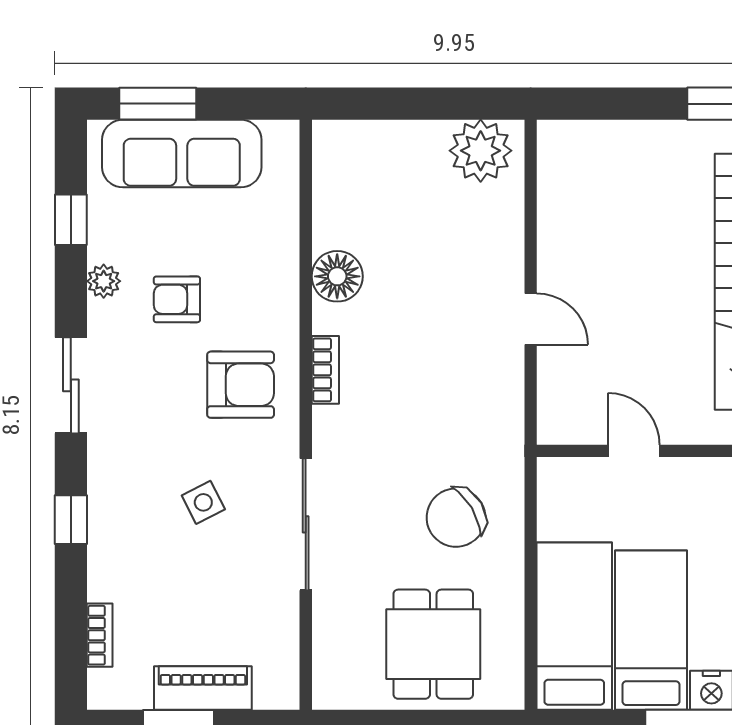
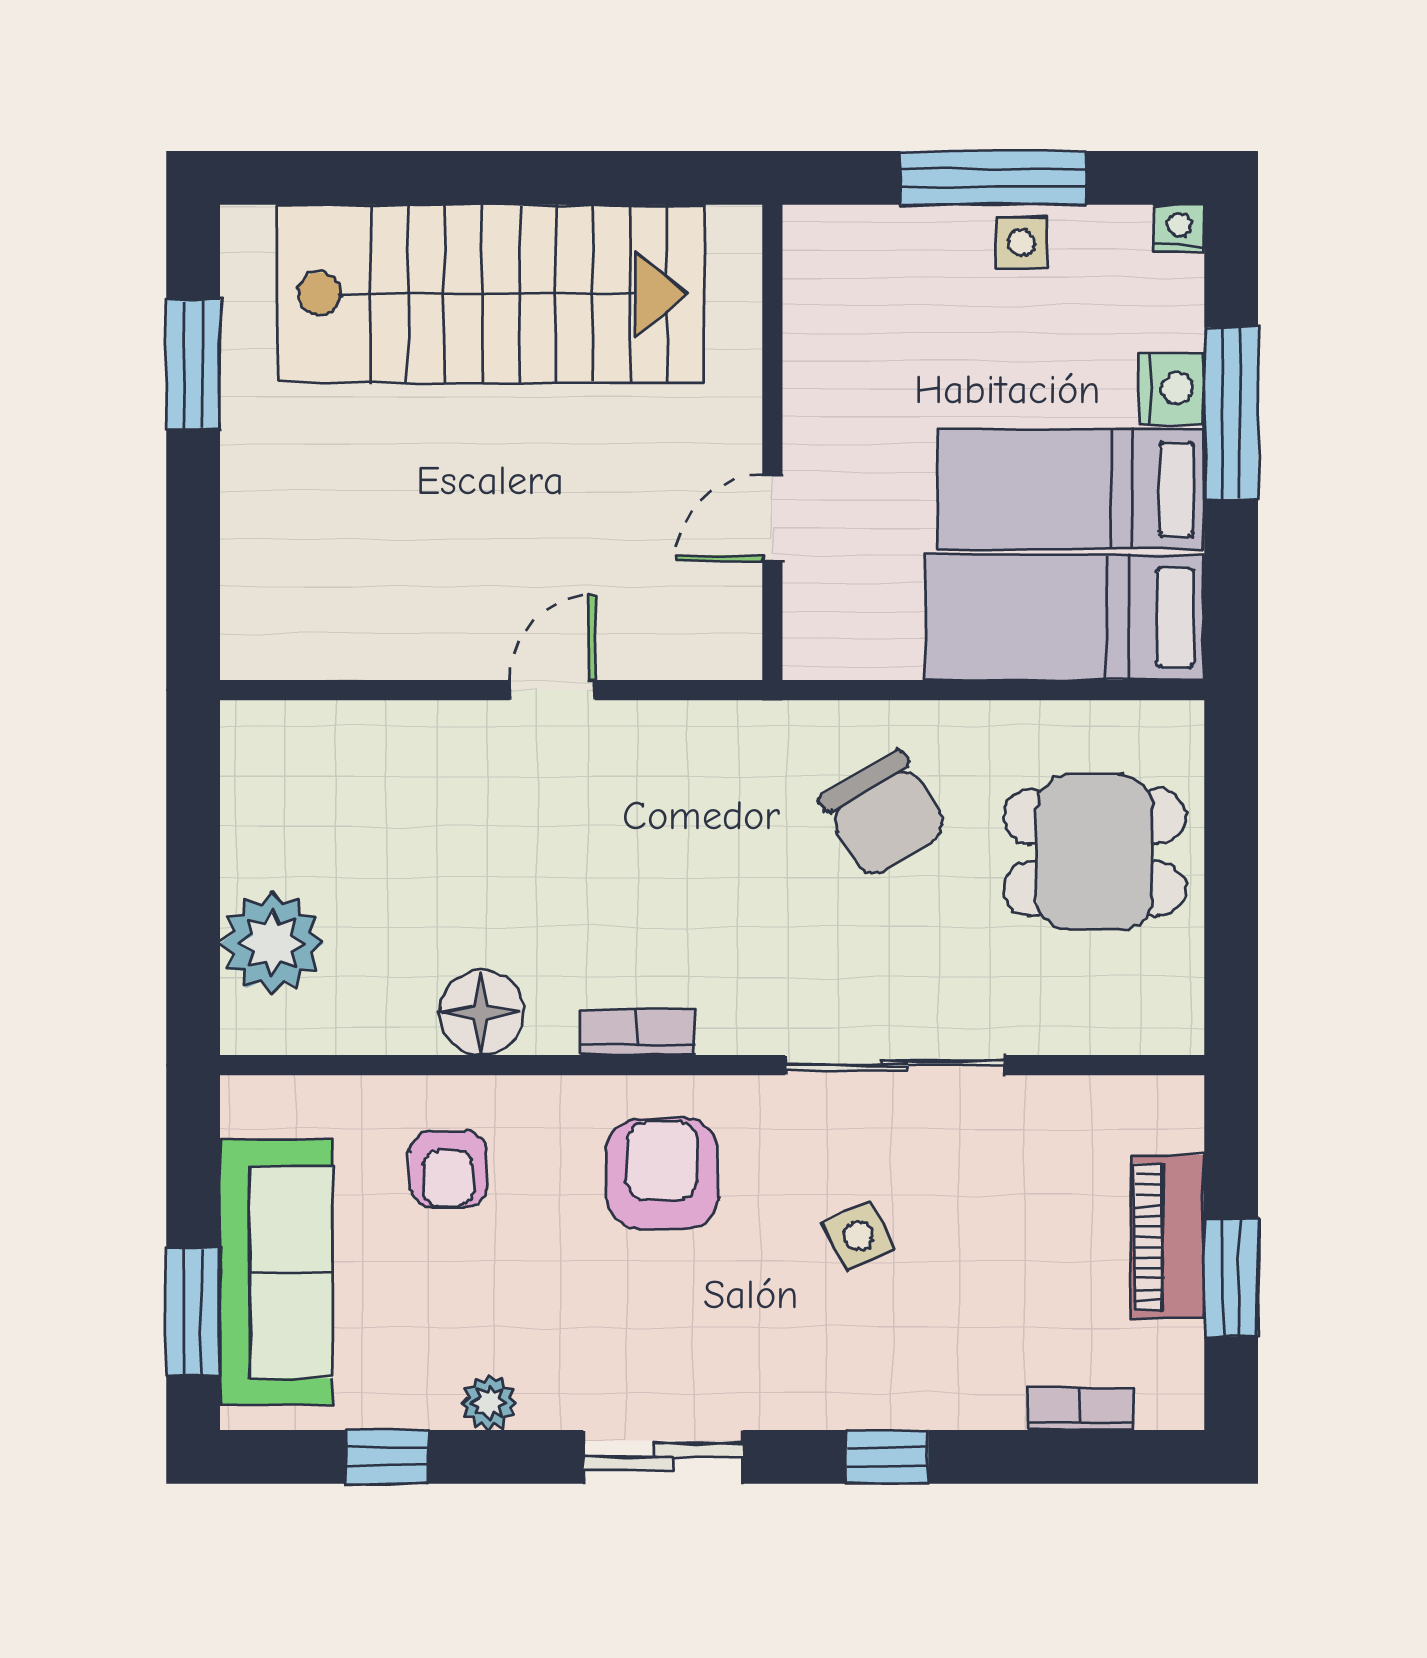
plant: (481, 151) -> (272, 943), moved
armchair: (177, 299) -> (448, 1169), moved

